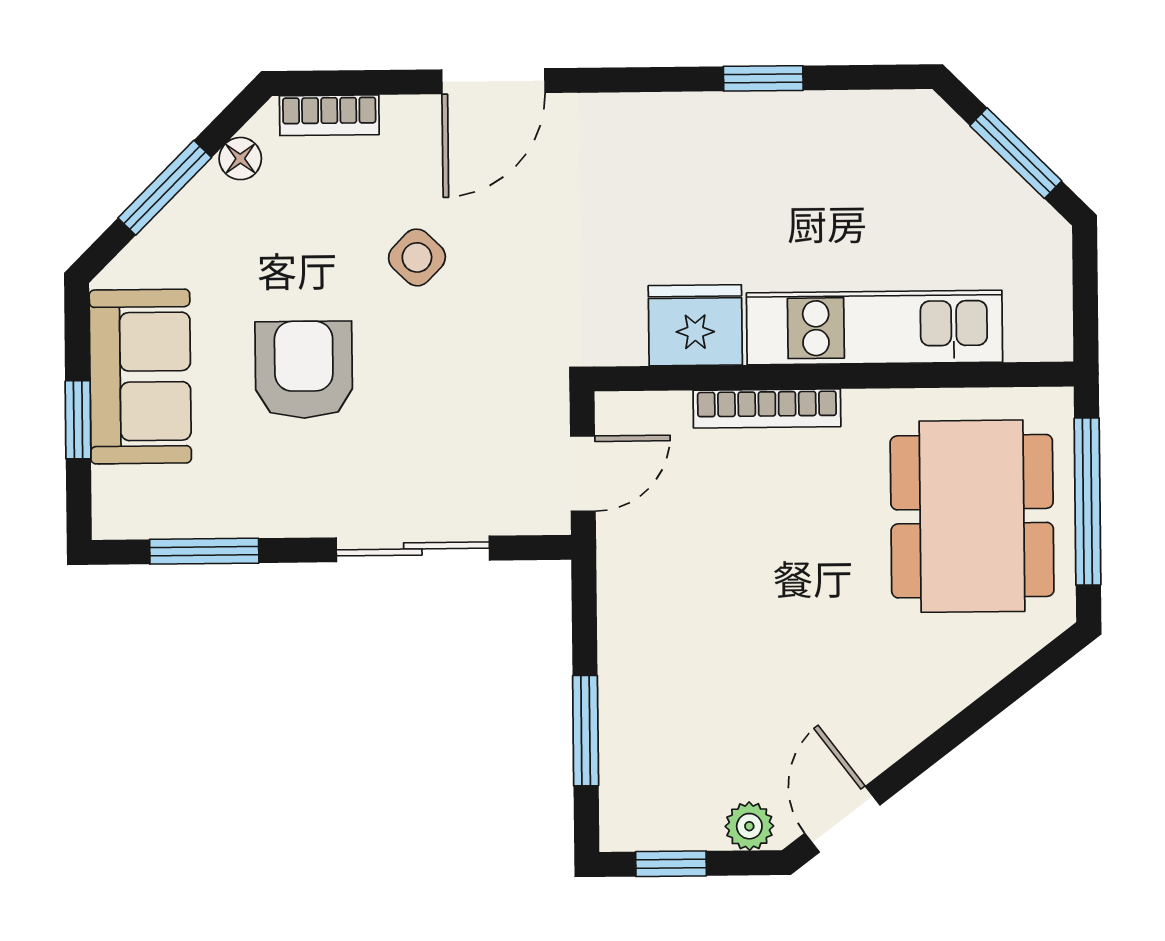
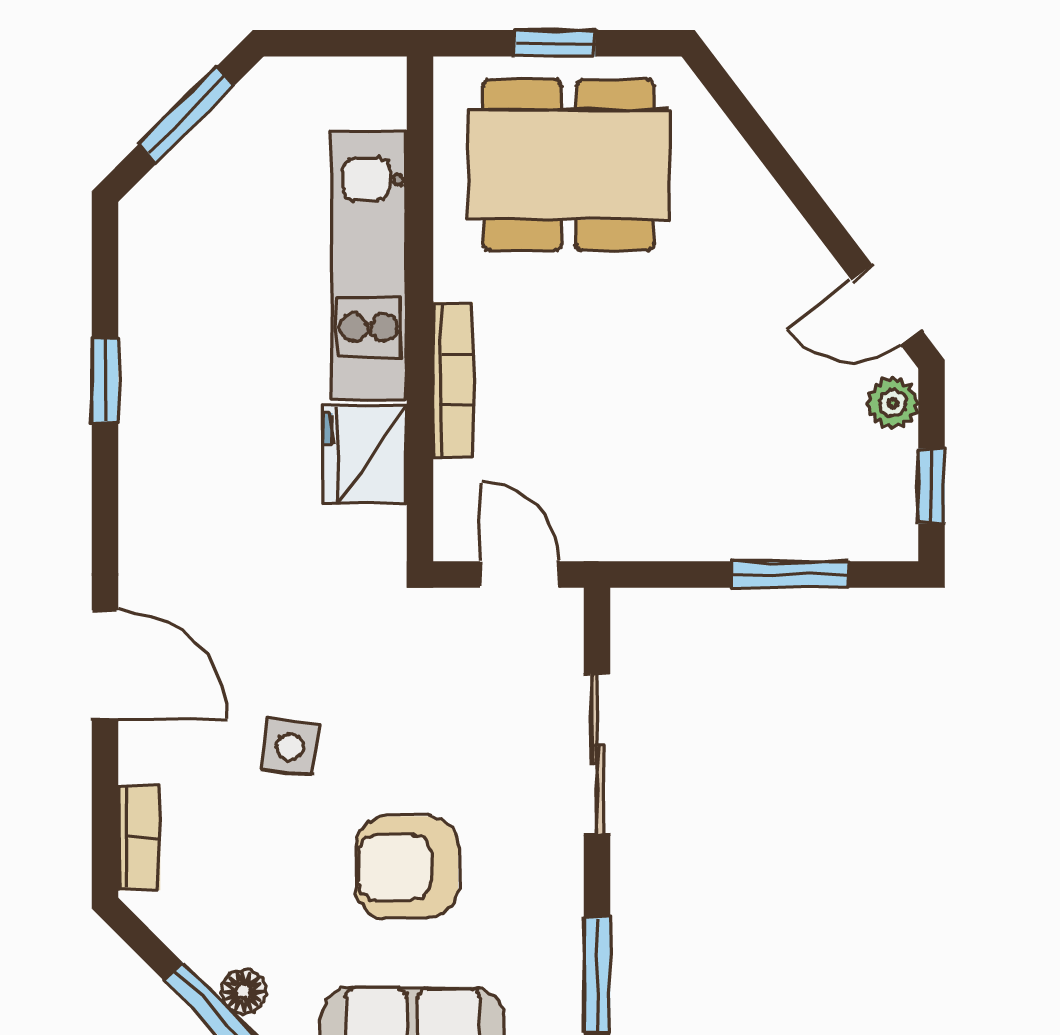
floor lamp: (240, 159) -> (244, 992), moved
side table: (417, 257) -> (290, 747), turned -37
window: (1087, 502) -> (554, 43), width x0.46

